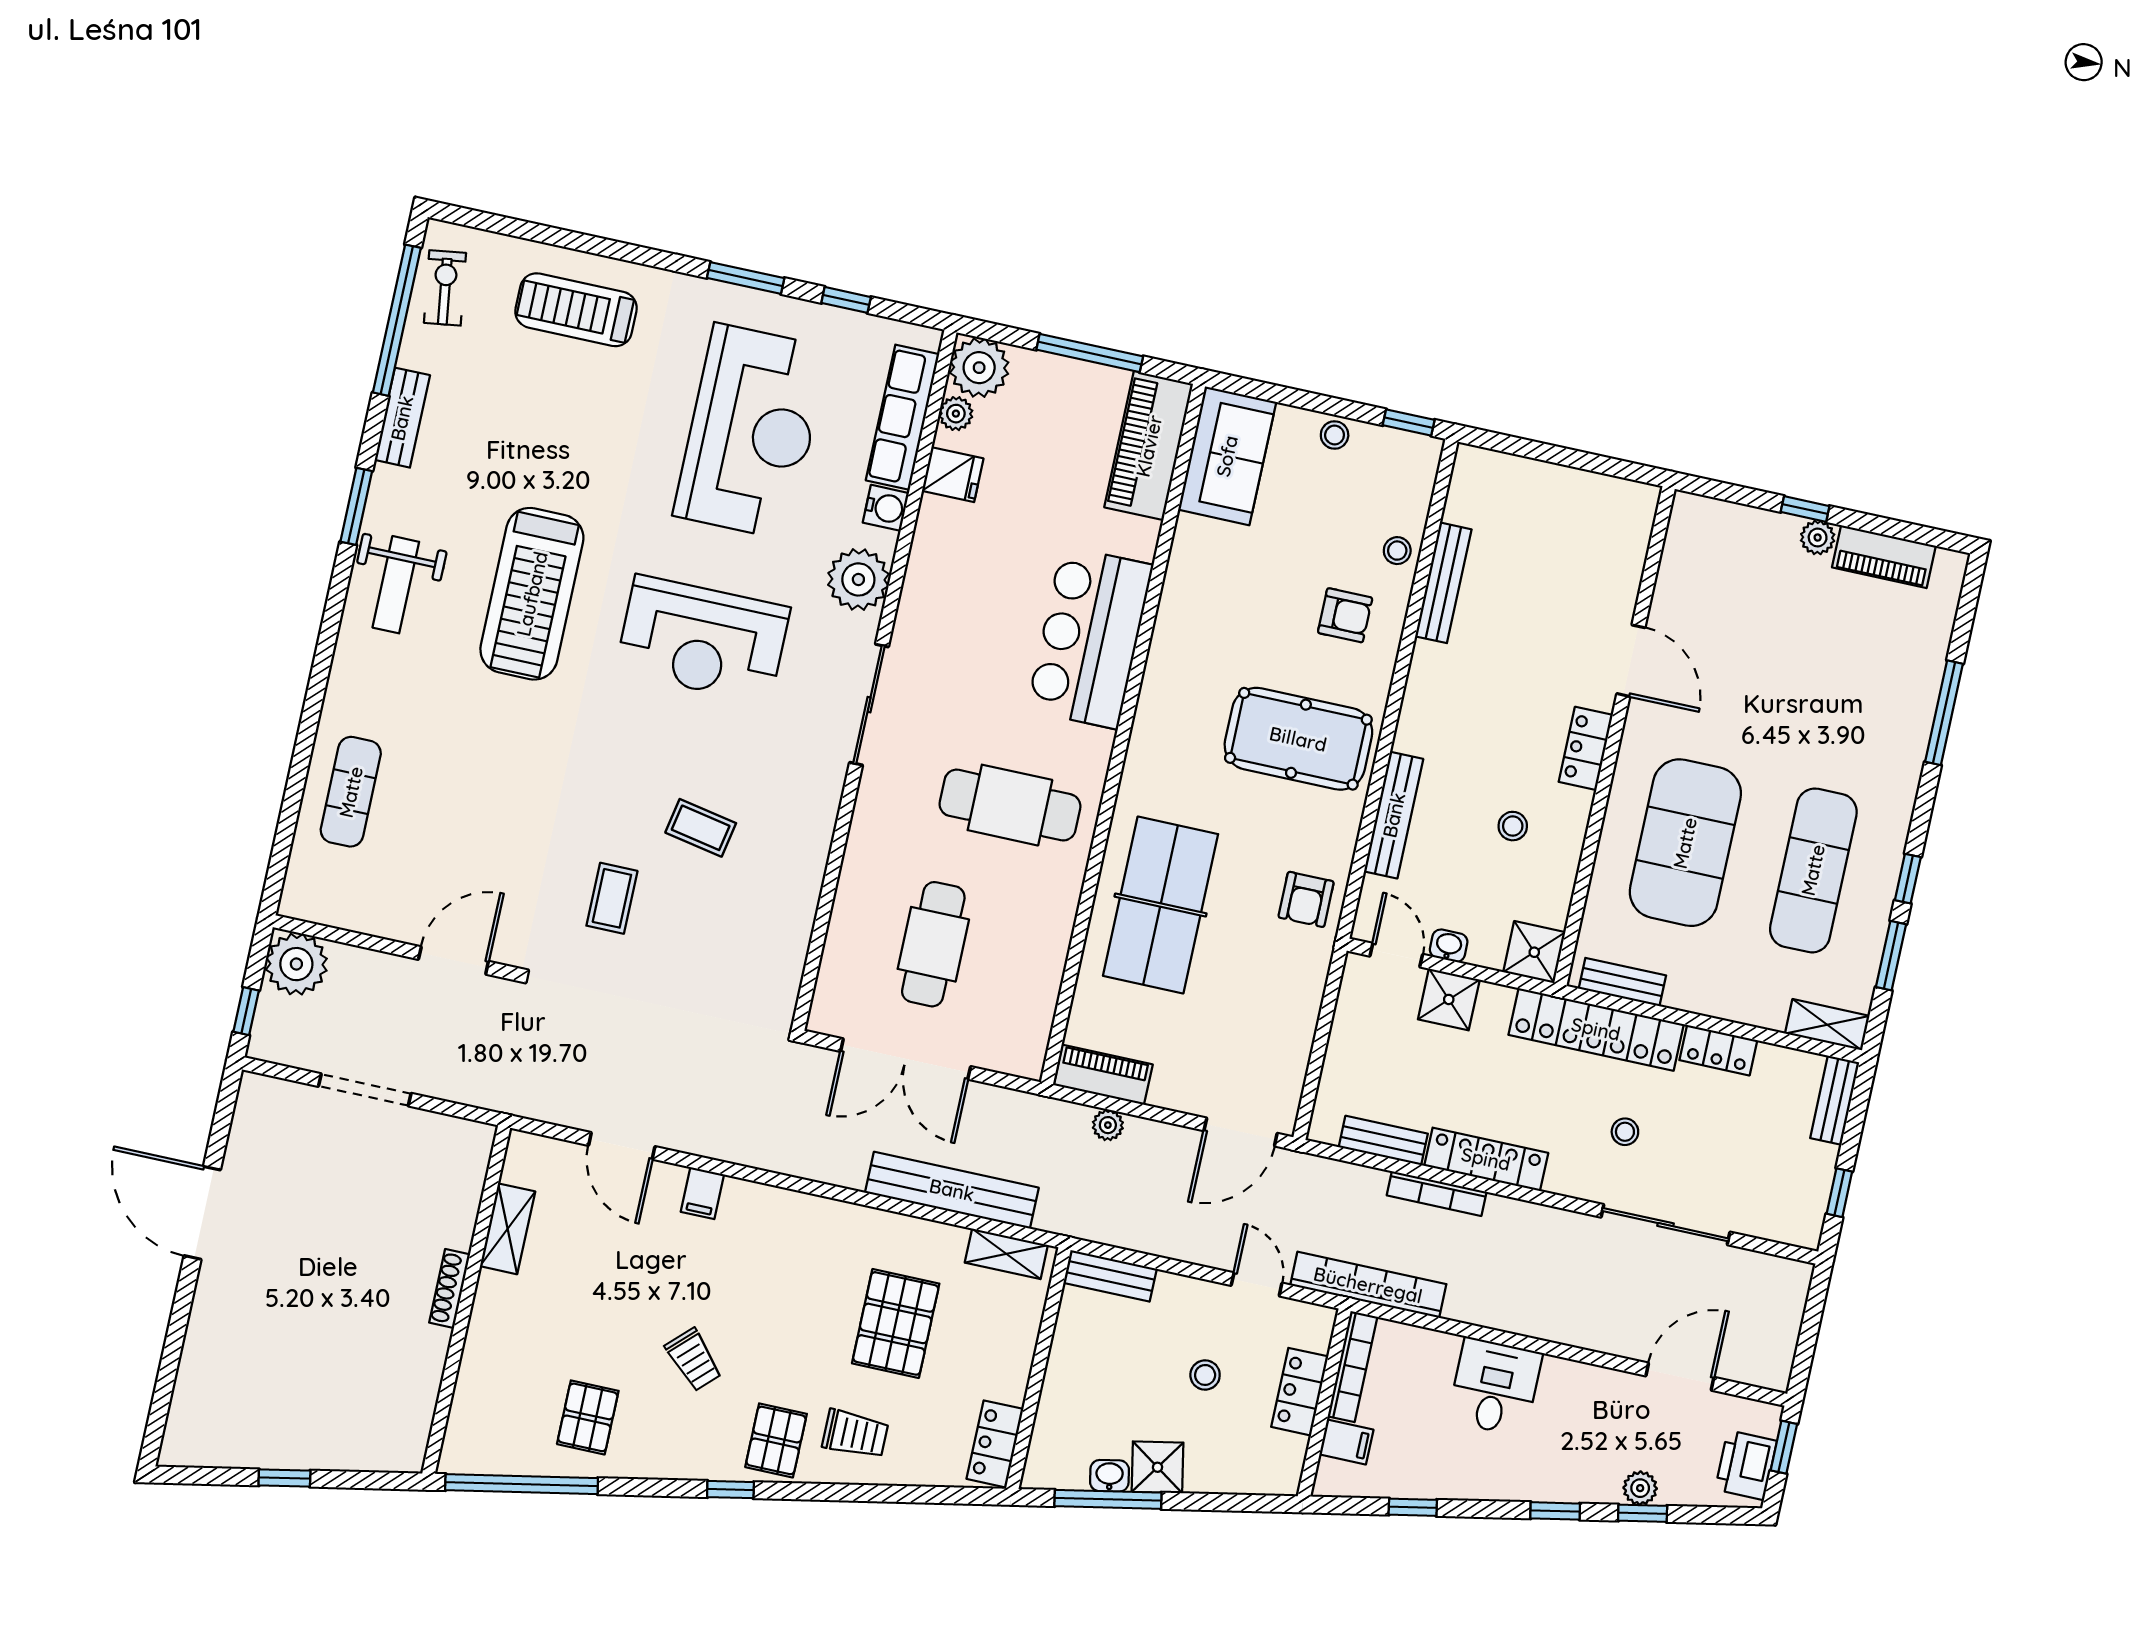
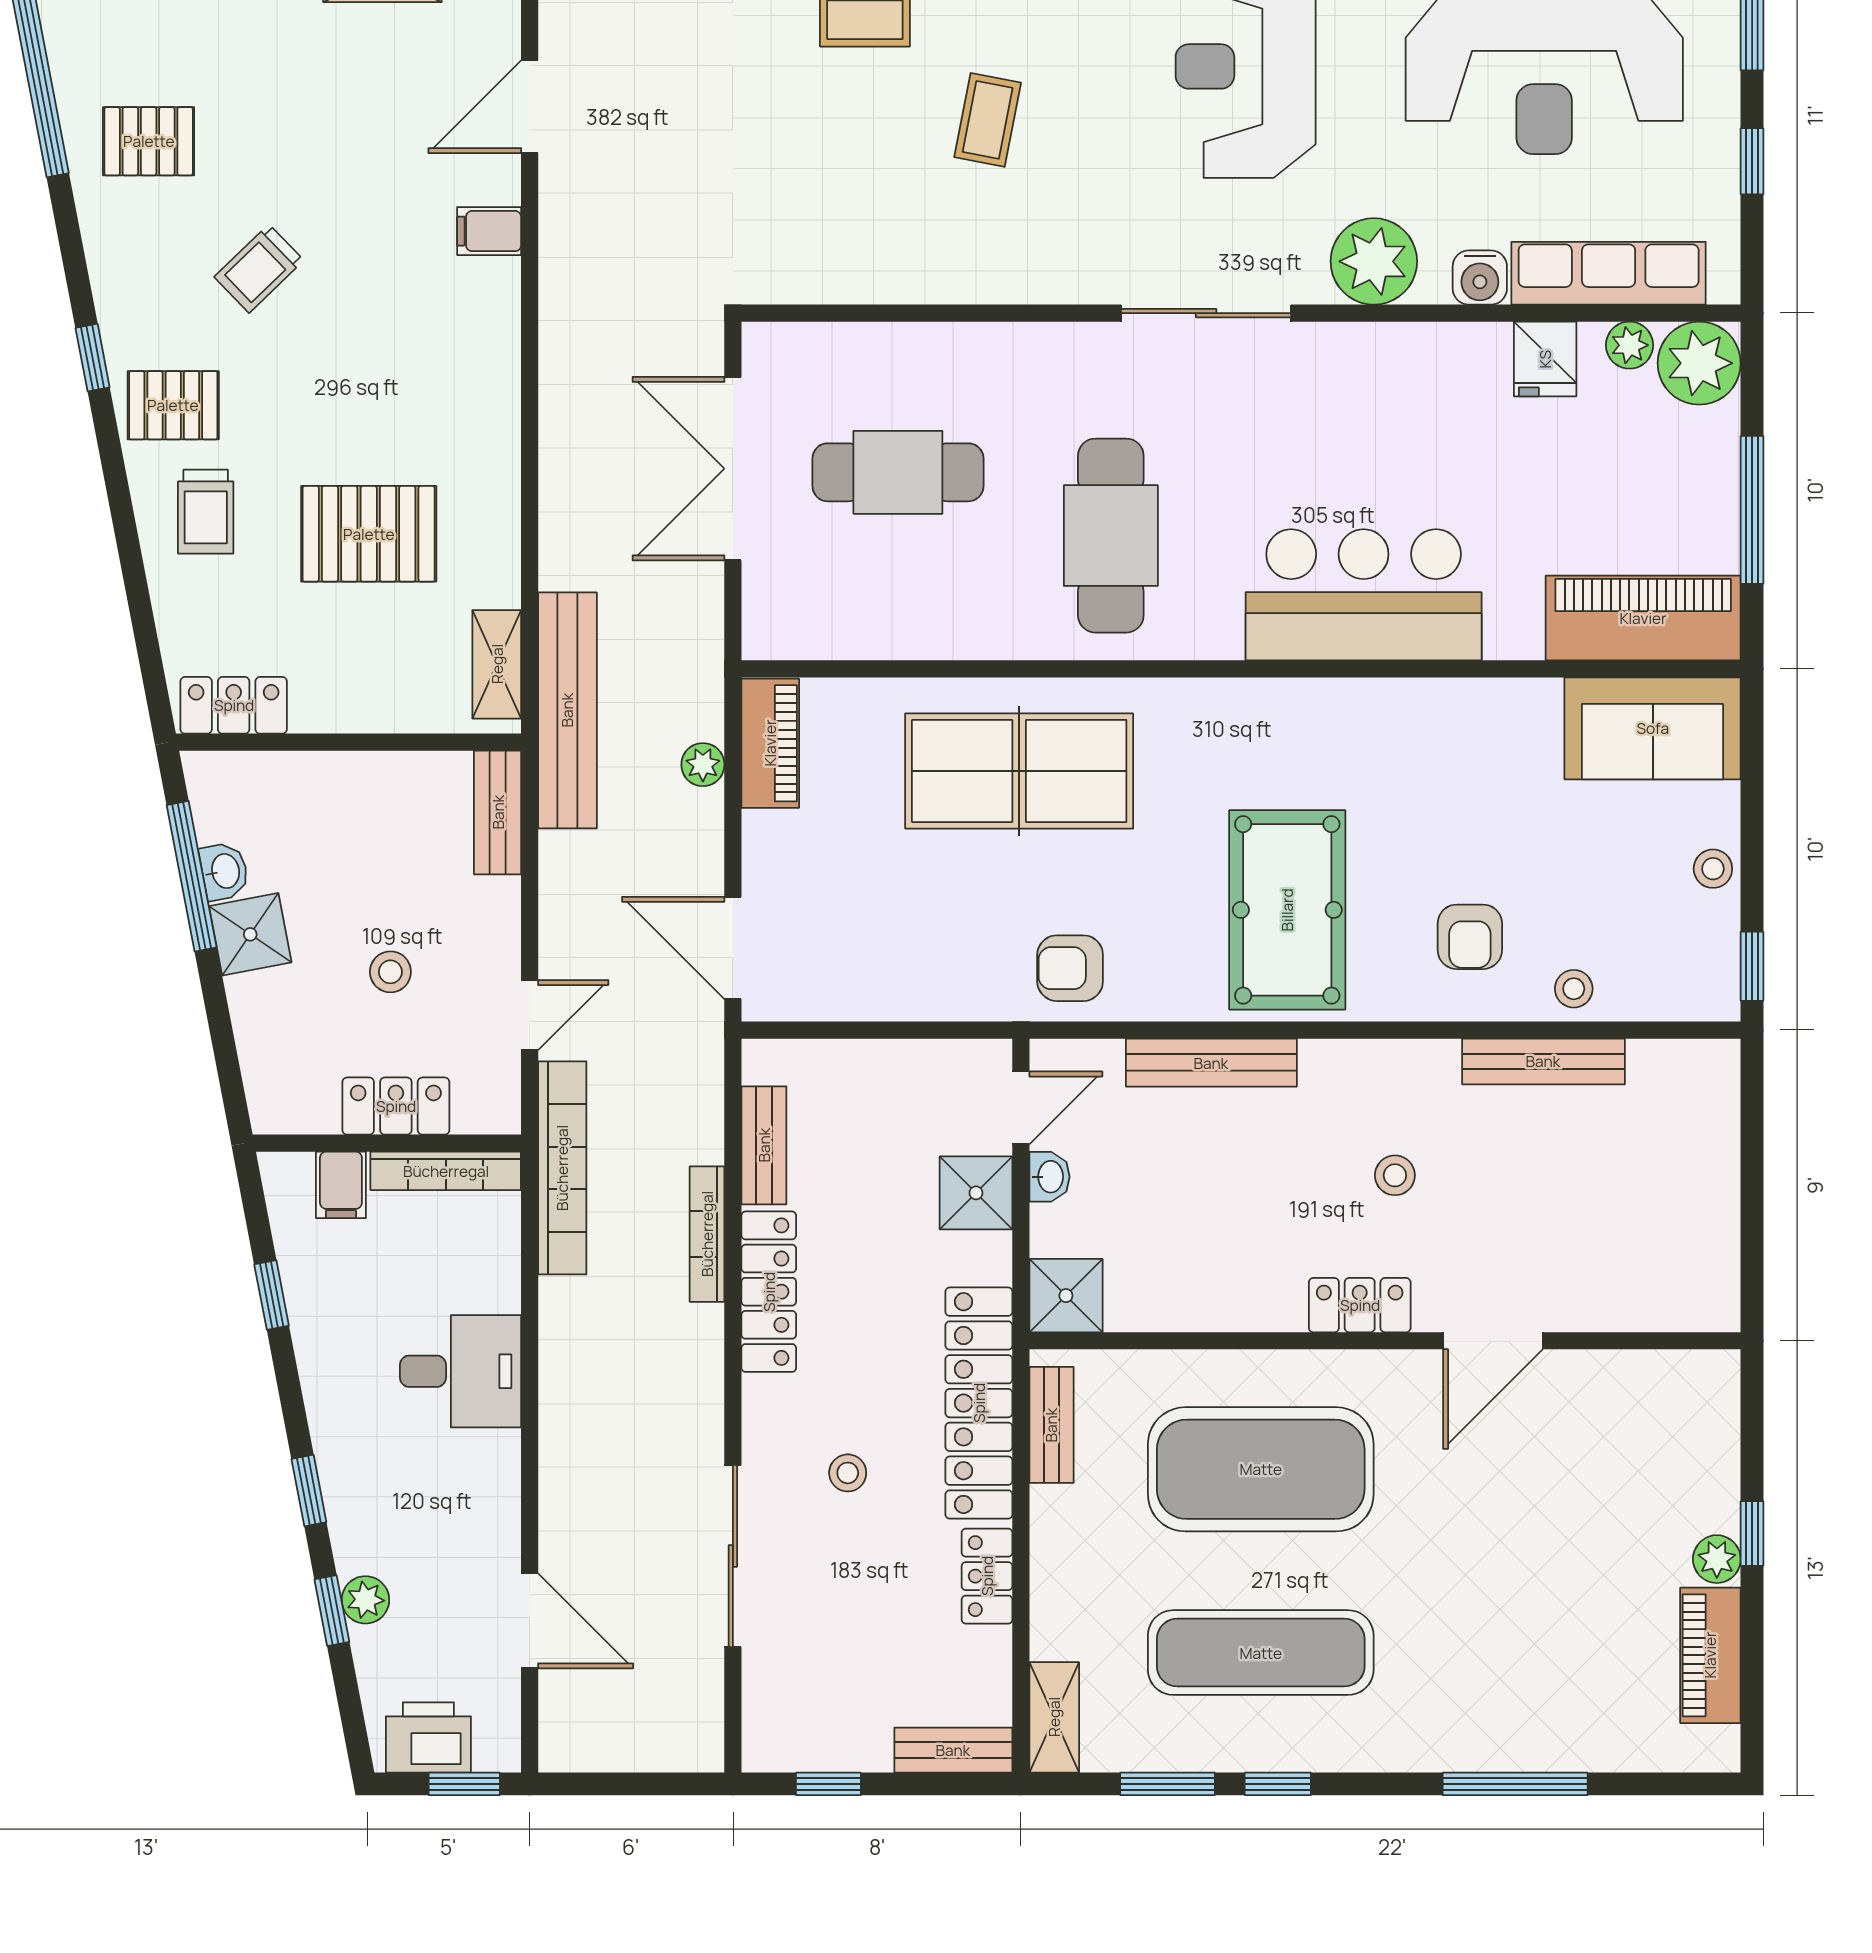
stool: (1513, 826) -> (1395, 1175), moved
bench: (952, 1190) -> (567, 710), moved

